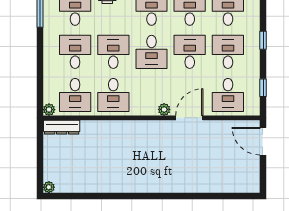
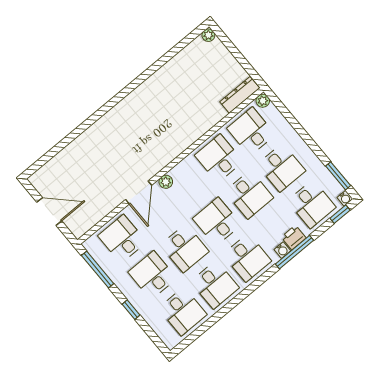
desk: (228, 52) -> (152, 275), turned 180
window: (263, 88) -> (98, 269), width x2.17
door: (263, 141) -> (49, 211), moved

